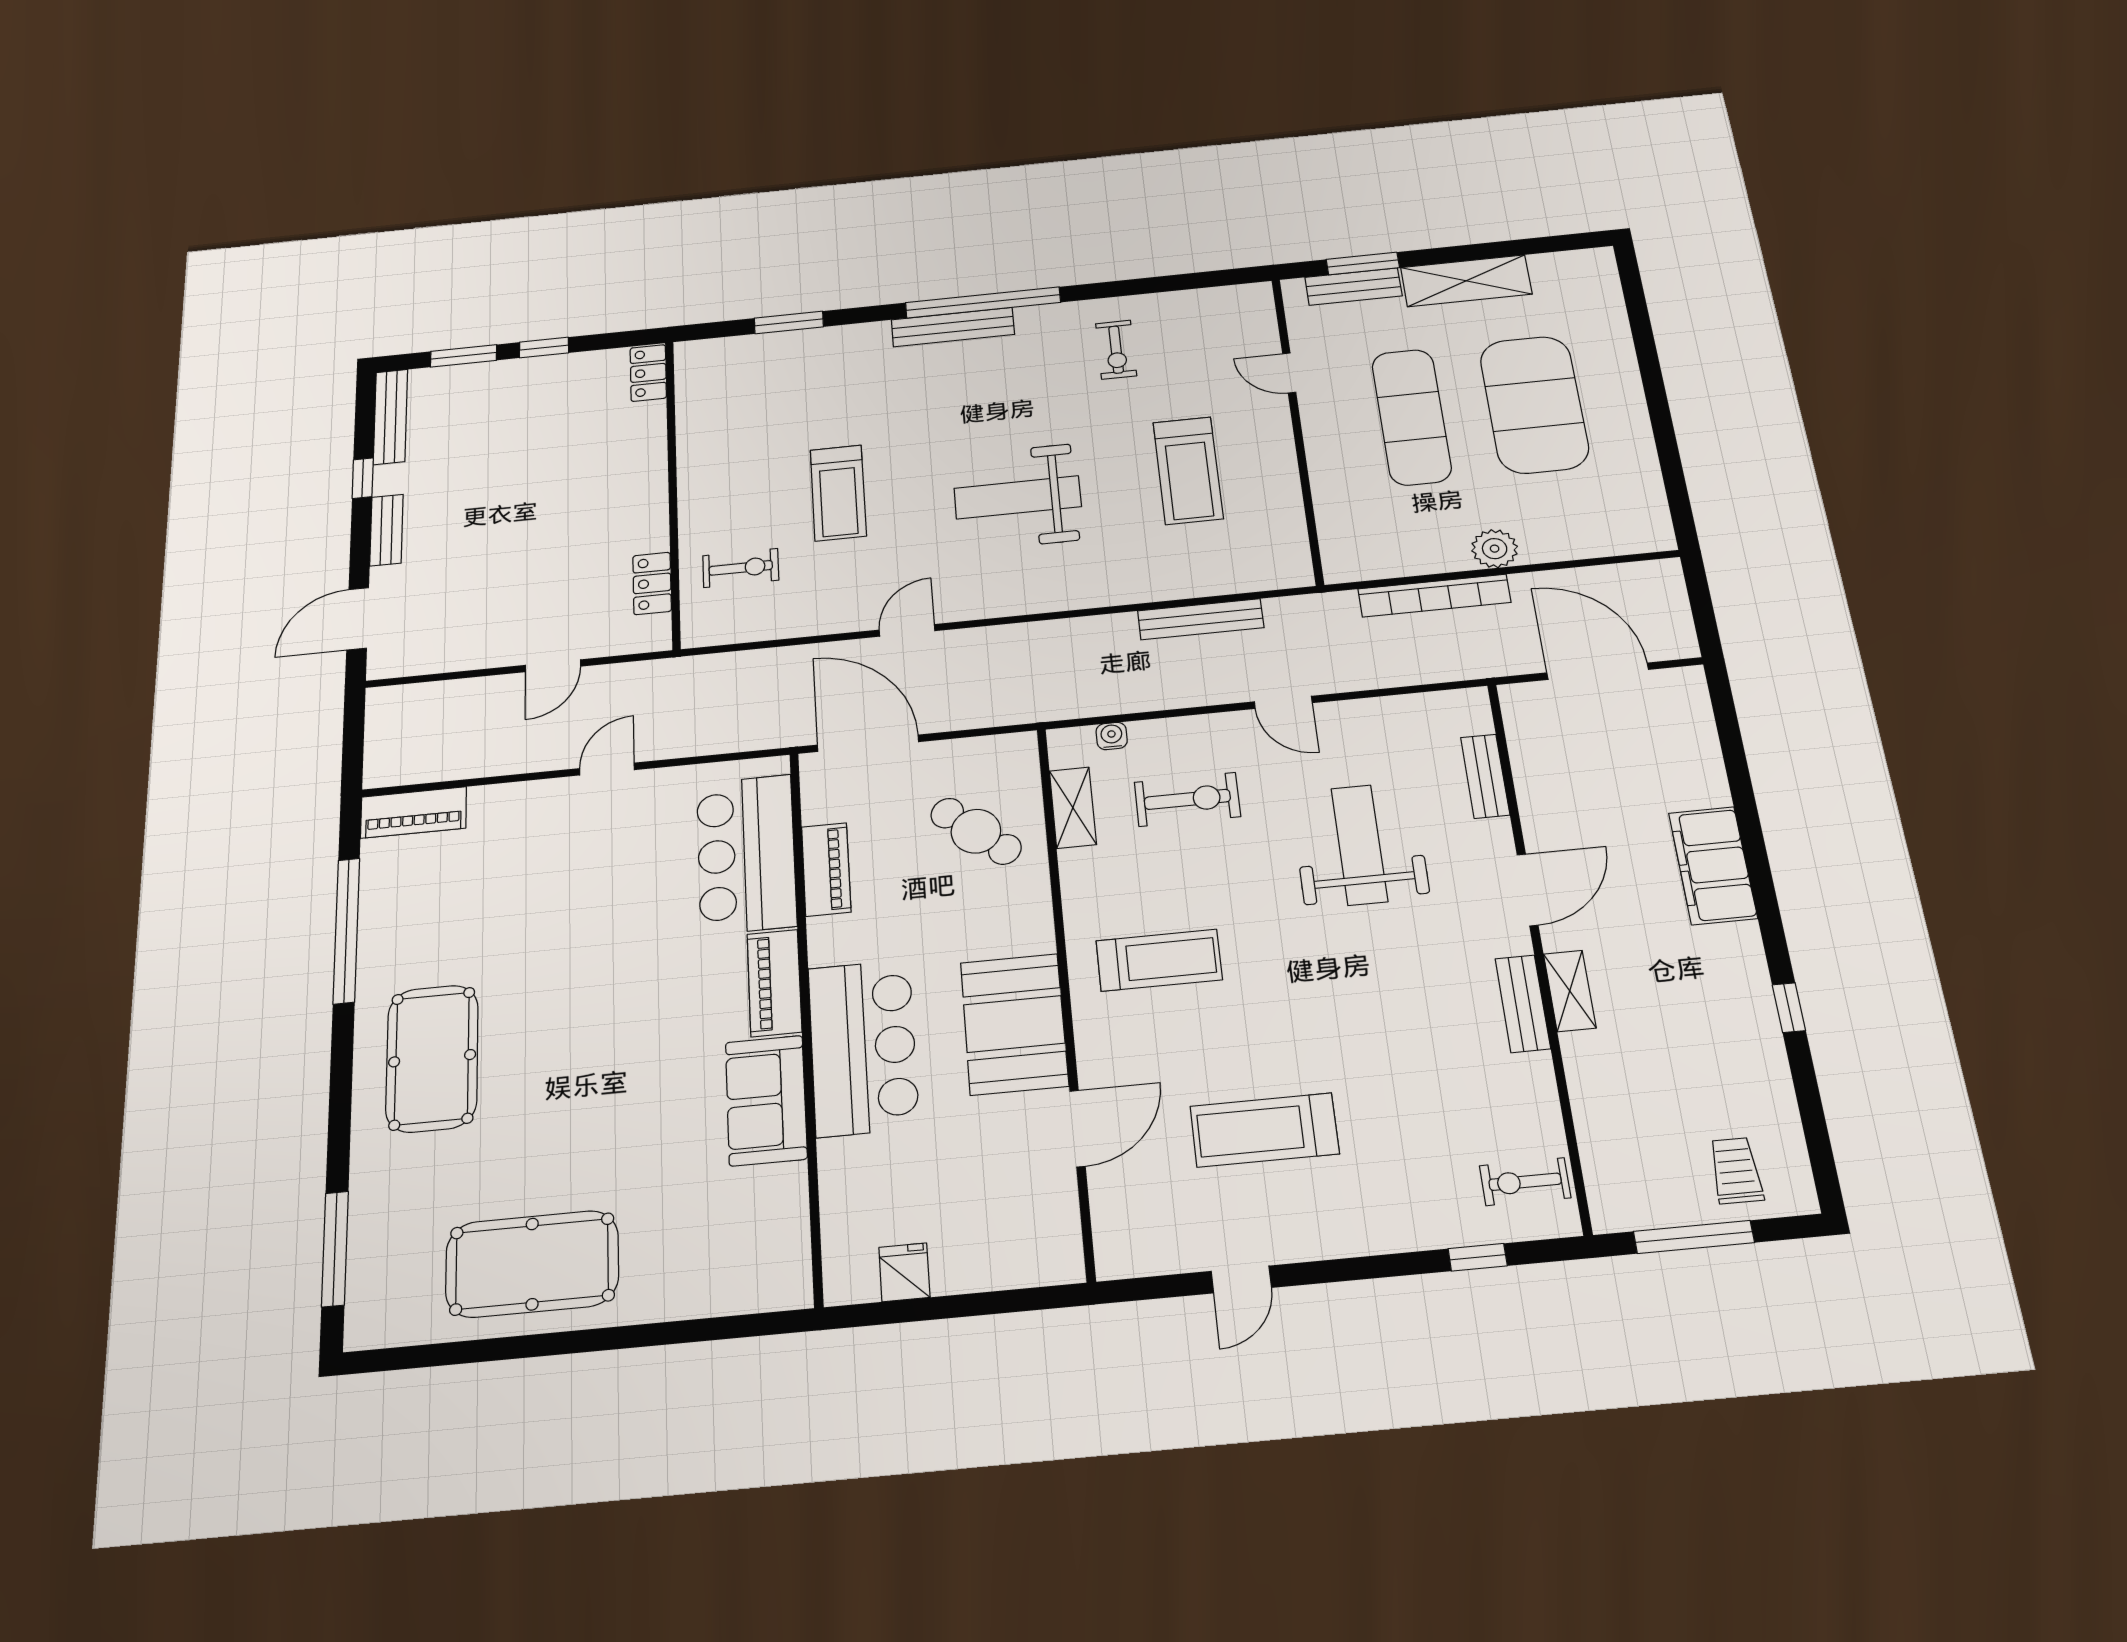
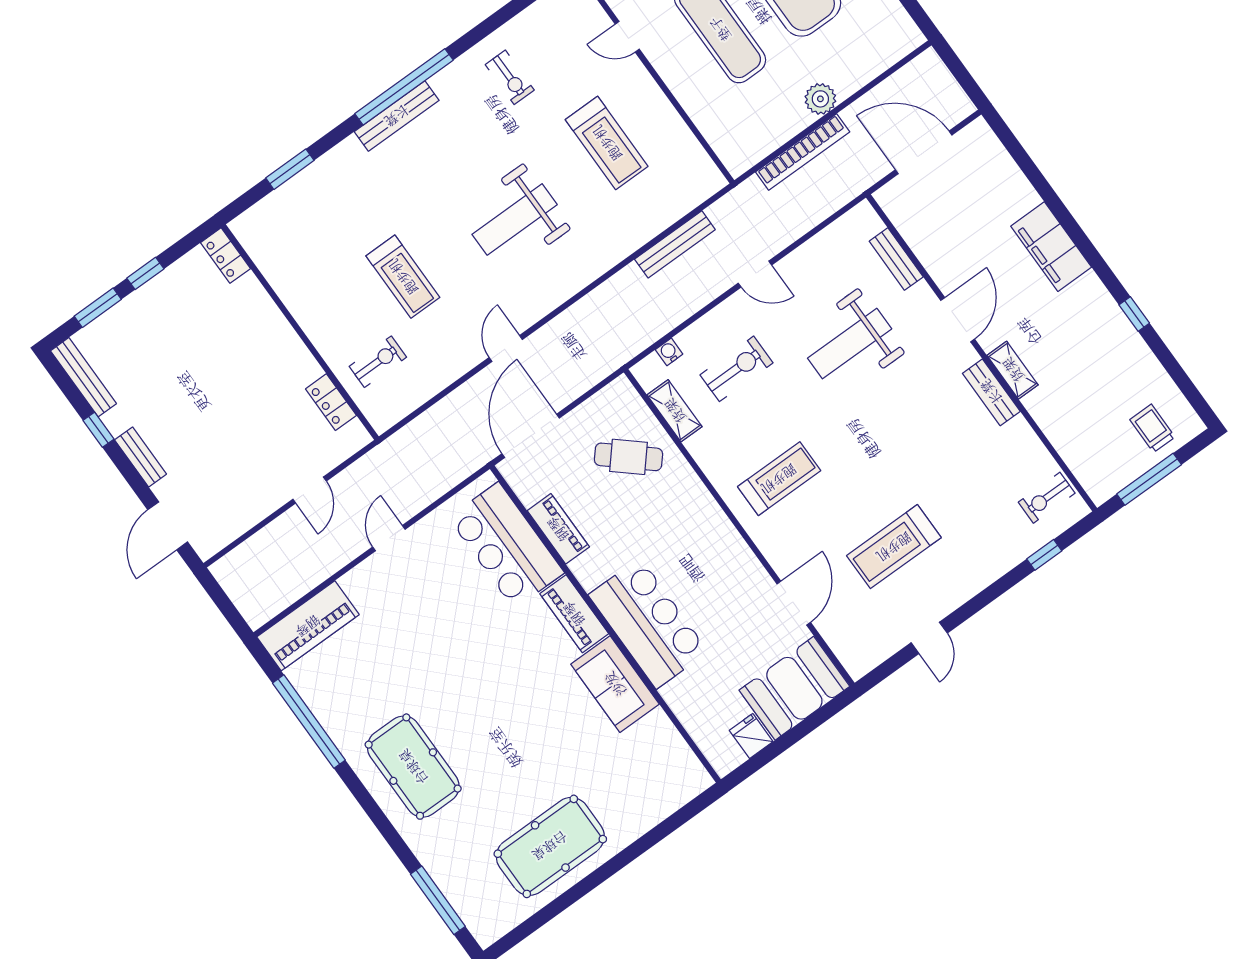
door: (868, 743) -> (531, 436), hinge flipped
piano: (414, 812) -> (308, 626), width x1.37, depth x1.33
weight bench: (1359, 845) -> (850, 343), turned -90
booth: (1014, 1024) -> (794, 688), moved, turned 90

